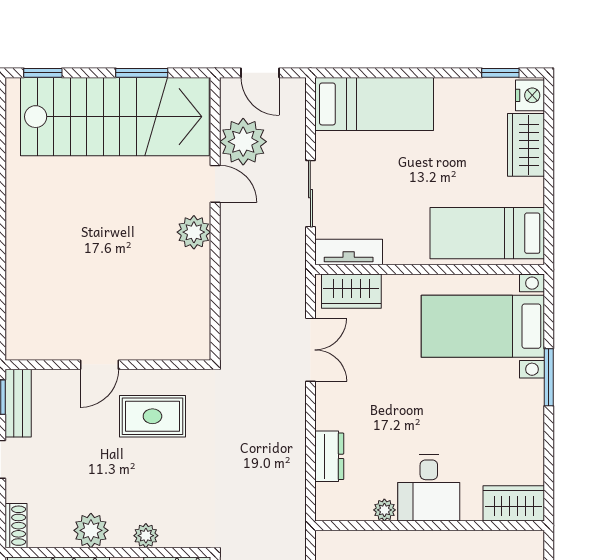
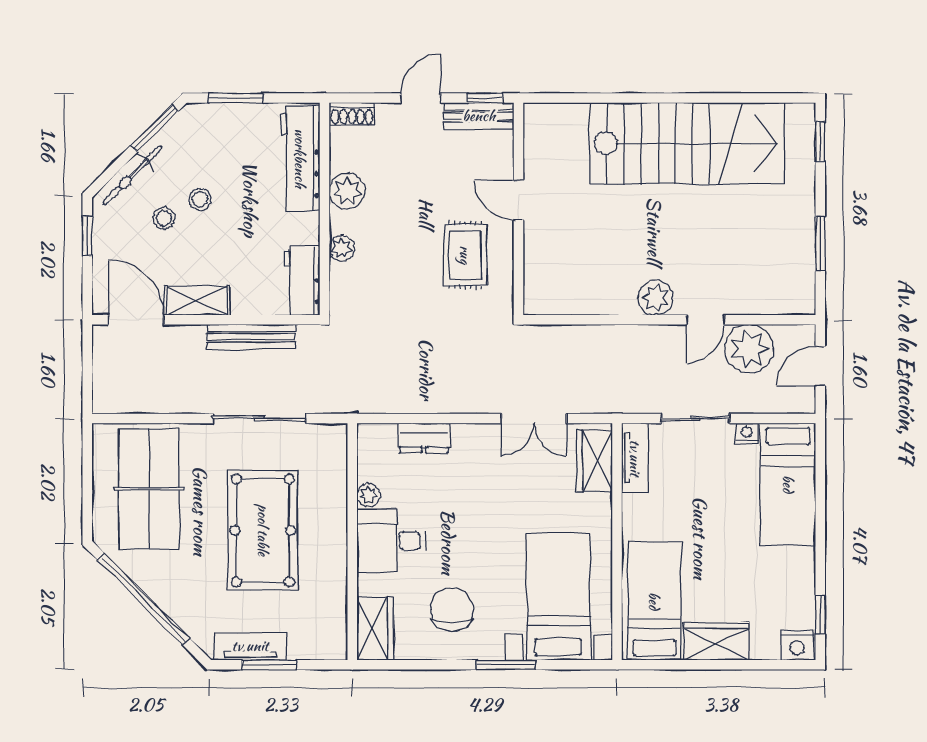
stairs: (115, 117) -> (687, 143), moved, turned -90
nightstand: (325, 144) -> (747, 434), added
wardrobe: (526, 145) -> (716, 641), moved
chair: (495, 429) -> (452, 609), added

